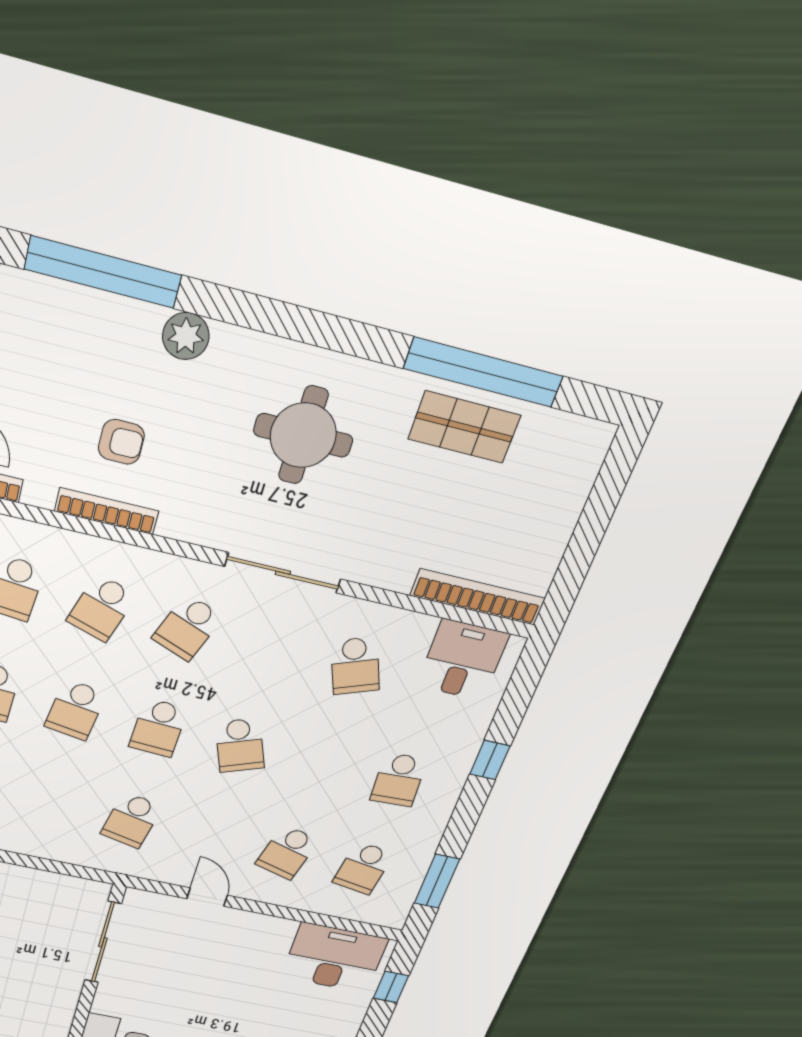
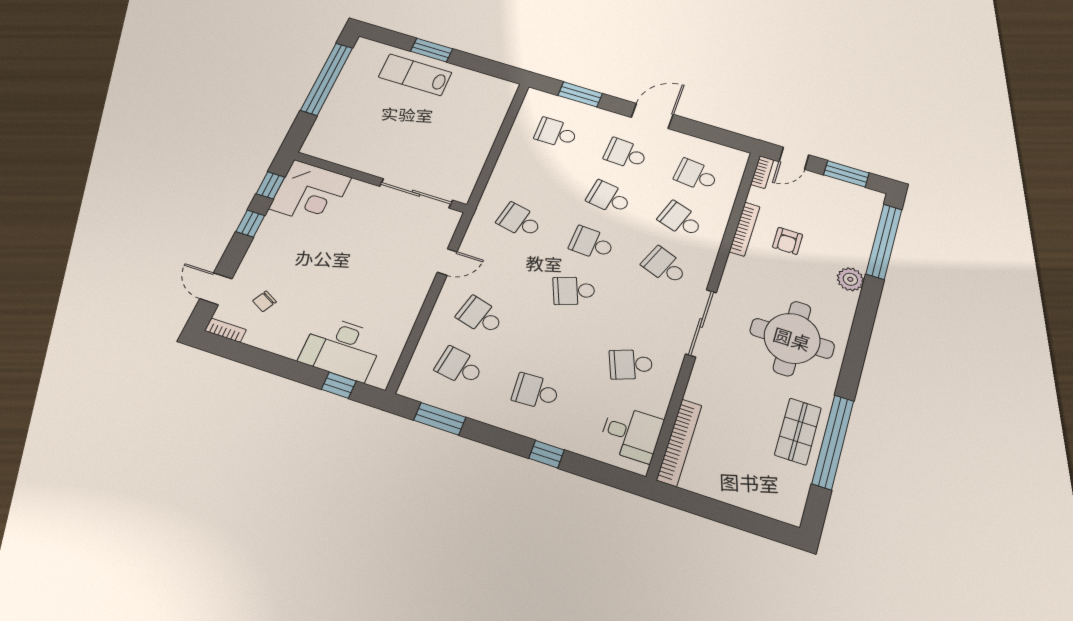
round table: (303, 435) -> (792, 338), width x1.36, depth x1.36
desk: (334, 958) -> (342, 348), moved, turned 90

